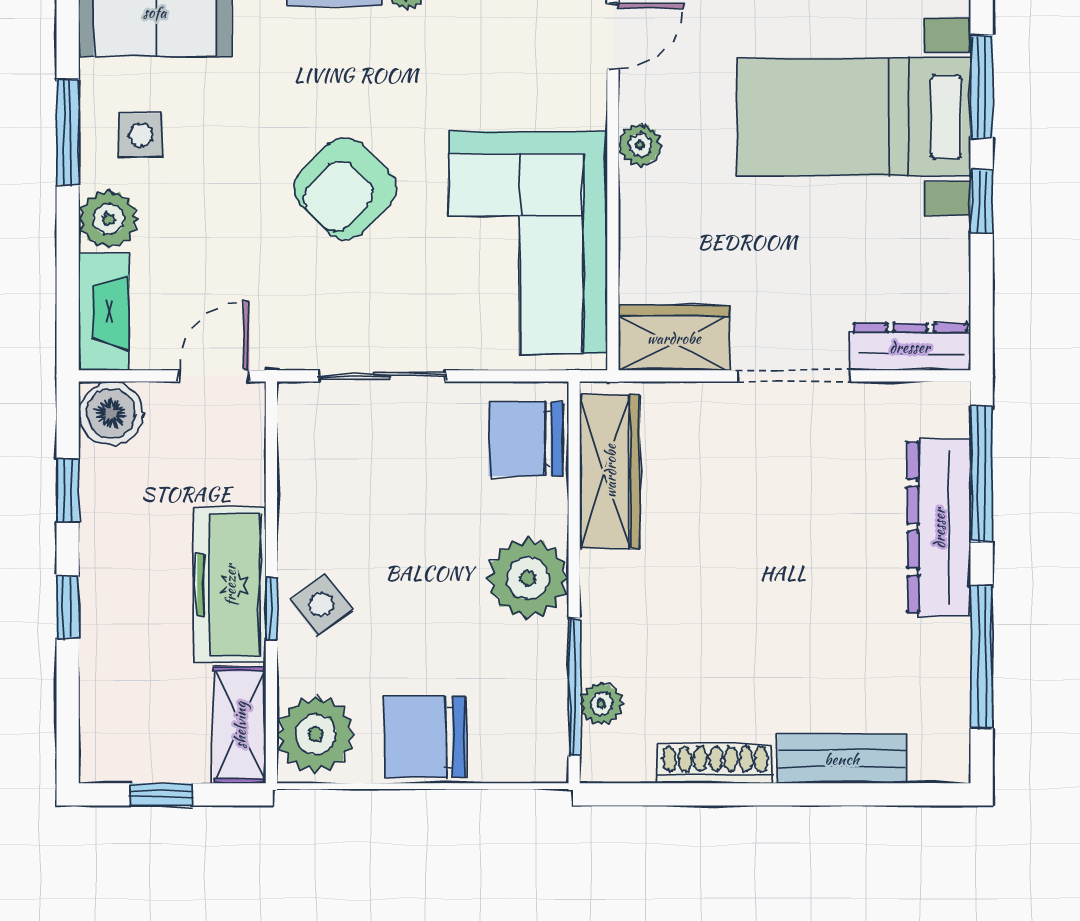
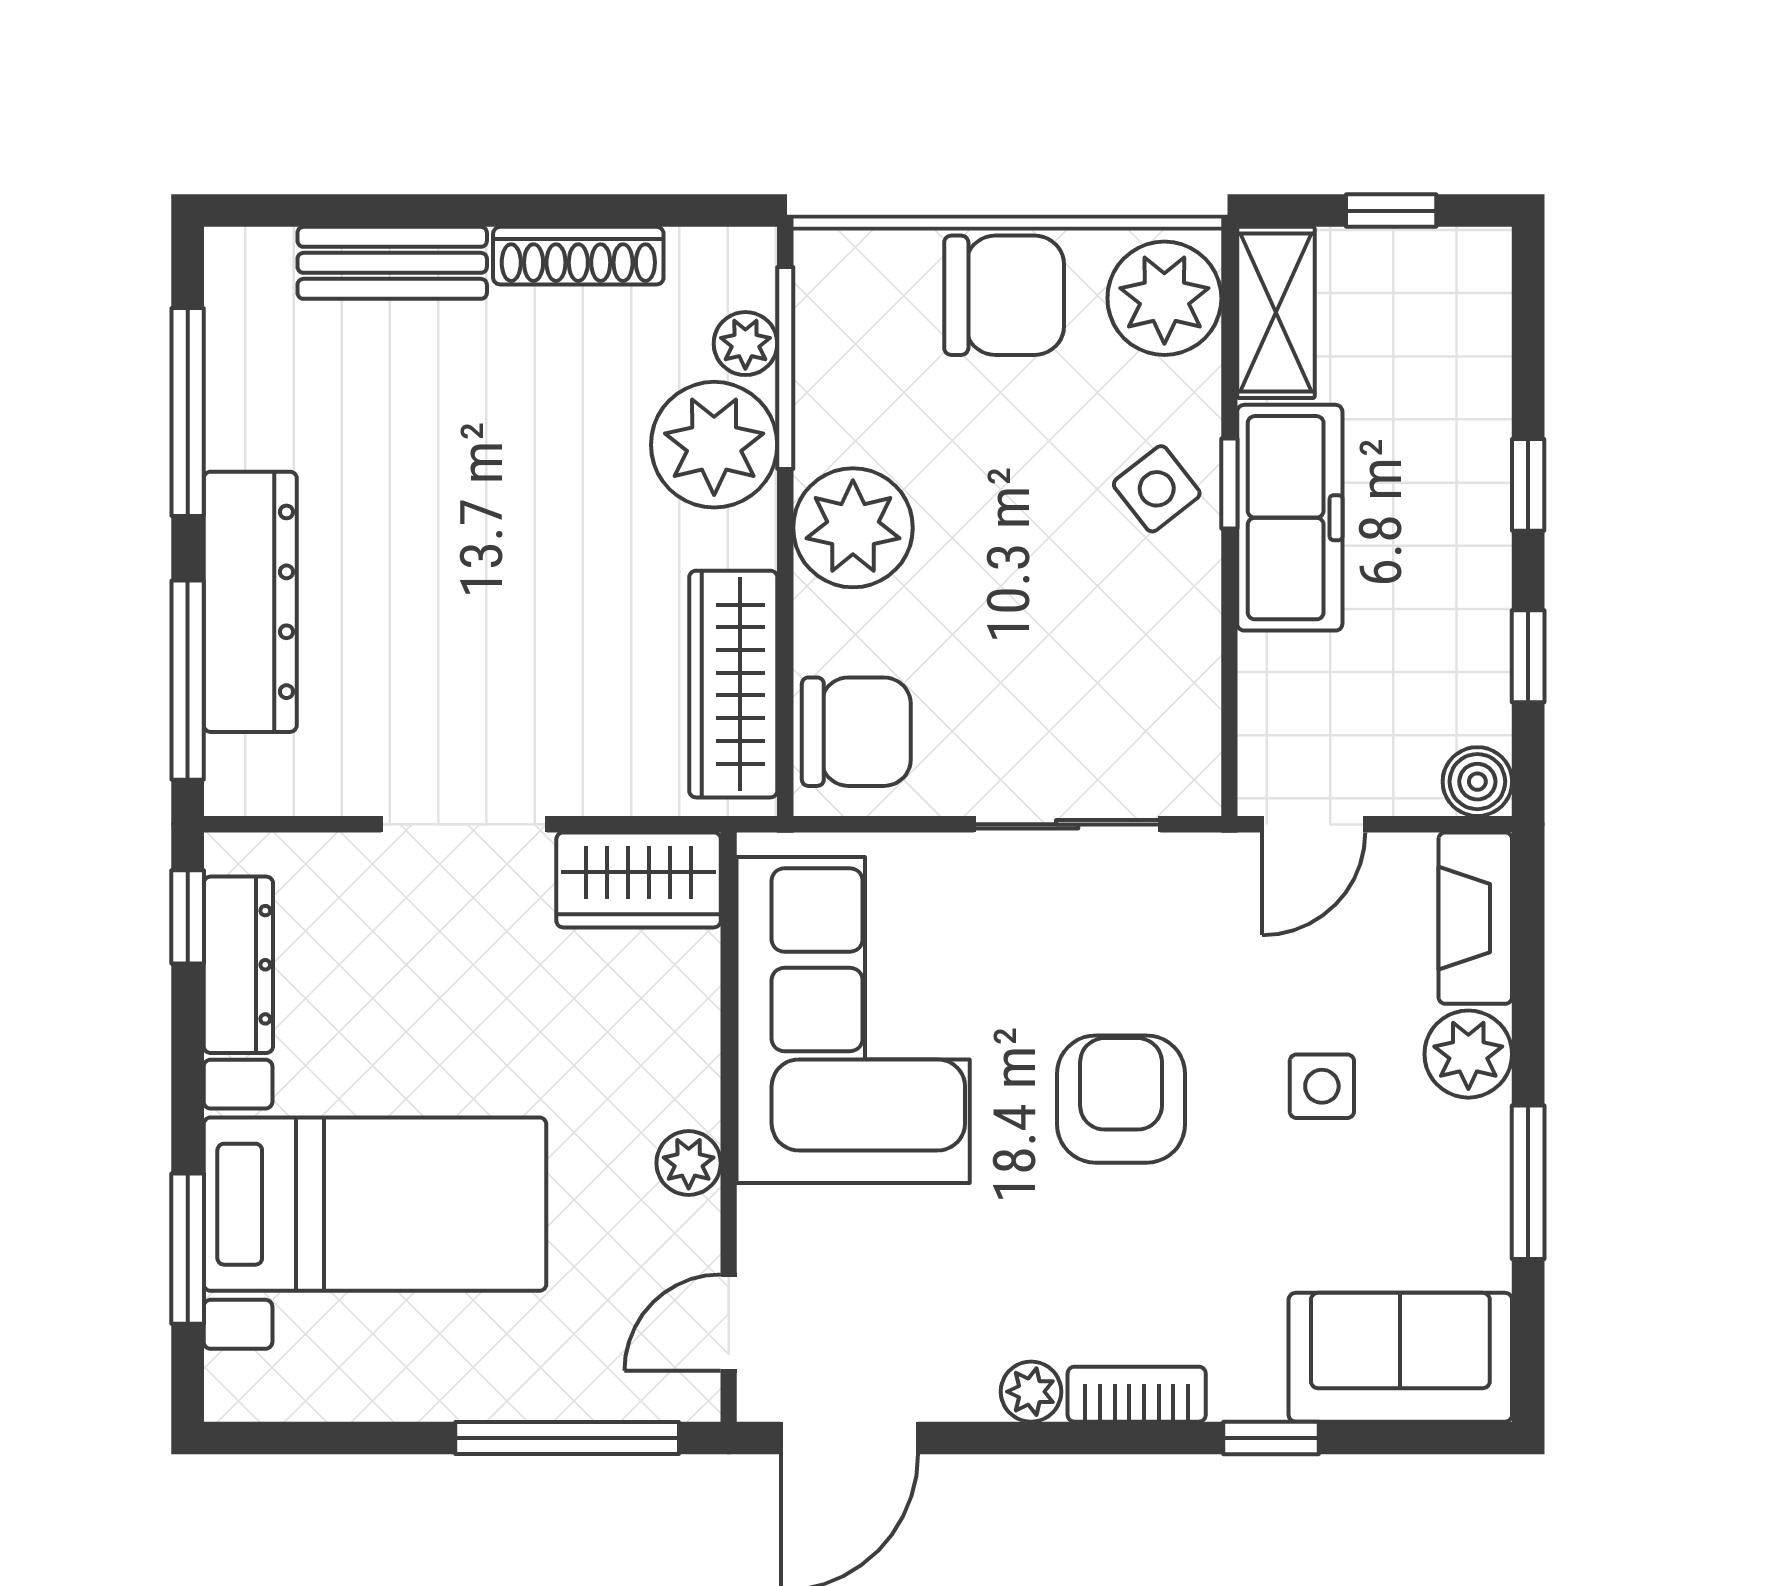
side table: (141, 135) -> (1322, 1086), moved
armchair: (345, 189) -> (1121, 1099), turned -44
window: (982, 201) -> (188, 917), moved
dresser: (910, 347) -> (238, 965), moved, turned -90
boiler: (111, 414) -> (1477, 782), width x0.73, depth x0.73
plant: (623, 635) -> (714, 445), added

